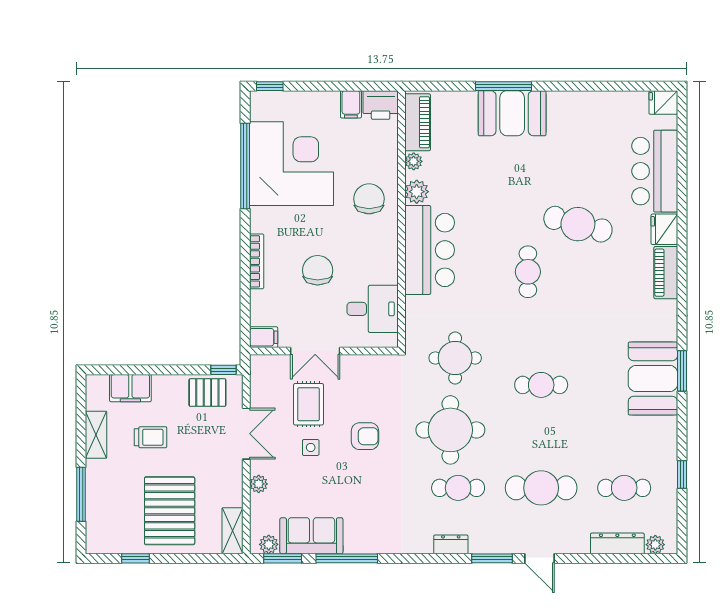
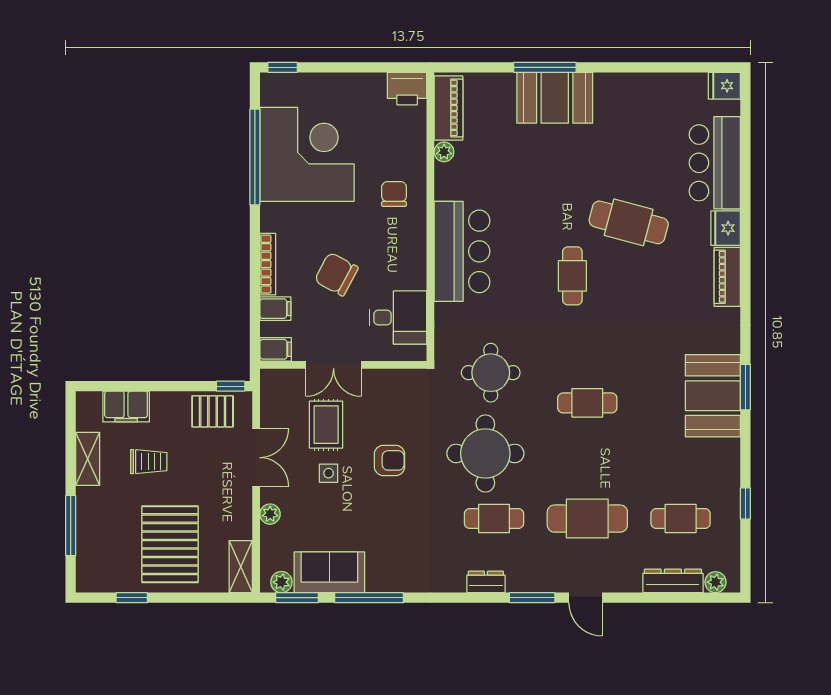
filing cabinet: (351, 104) -> (275, 309), moved, turned -90
plant: (417, 192) -> (448, 186), removed
chair: (369, 199) -> (394, 194), width x0.73, depth x0.73
chair: (318, 270) -> (336, 274), turned -62

